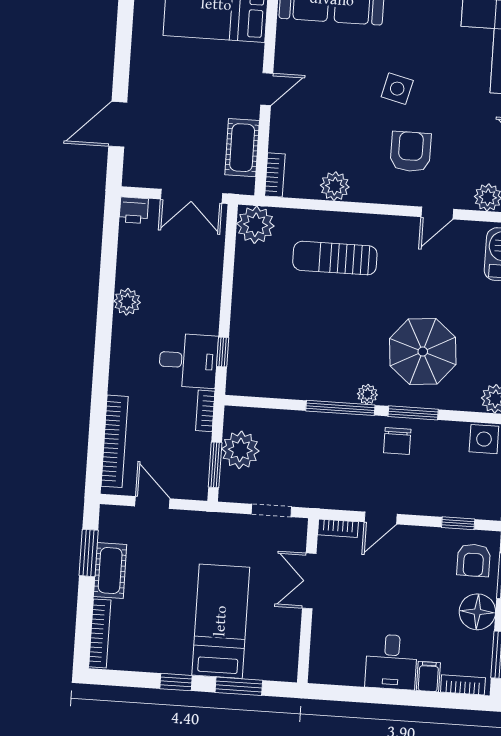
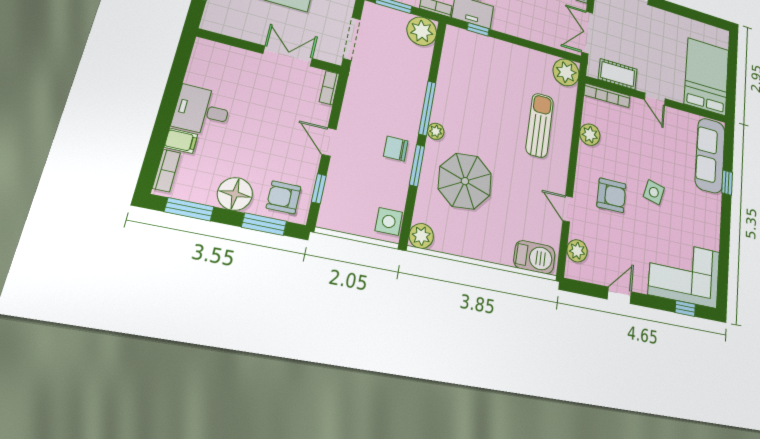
bookcase: (275, 175) -> (607, 95), width x1.56
plant: (240, 450) -> (422, 31), moved
doorway: (271, 511) -> (352, 39), width x1.38
door: (381, 518) -> (329, 142), moved

